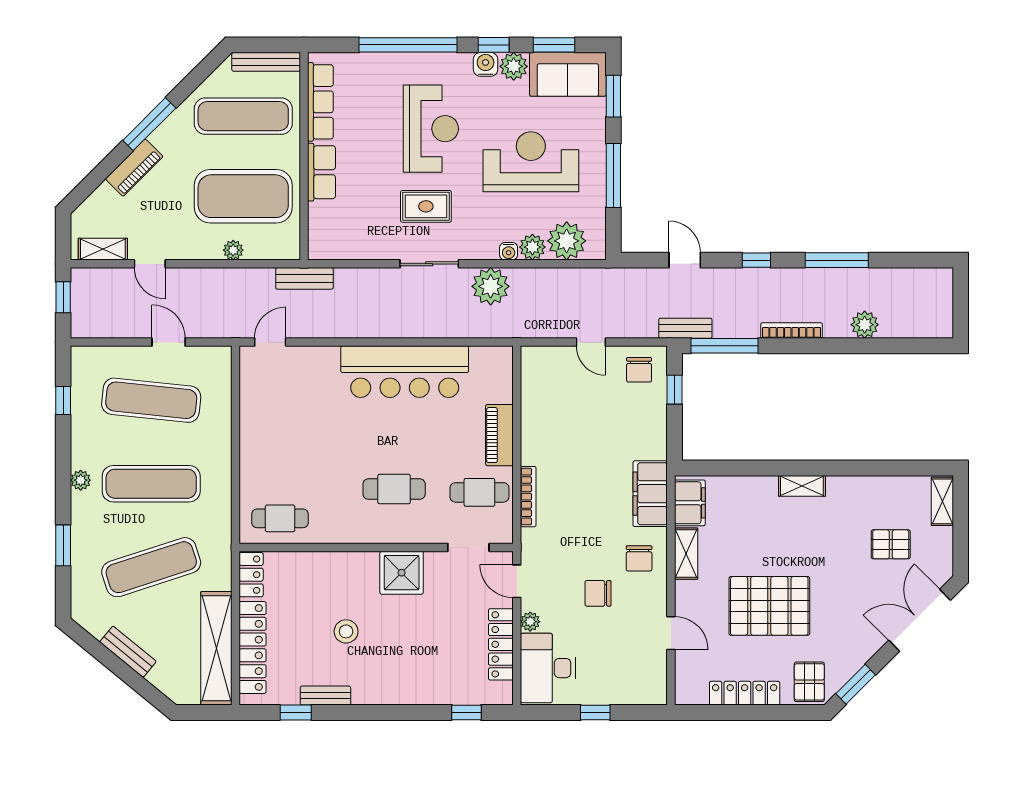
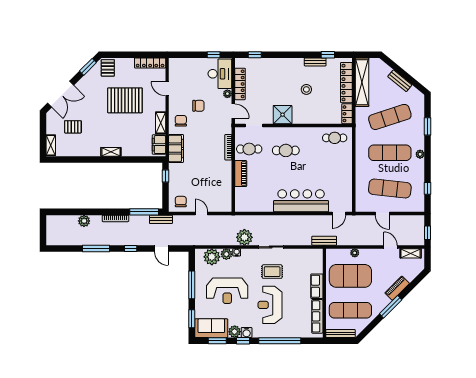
bar counter: (405, 372) -> (301, 201), moved
window: (675, 390) -> (166, 176), moved
locker: (745, 693) -> (150, 63), moved
window: (595, 713) -> (214, 55), moved

